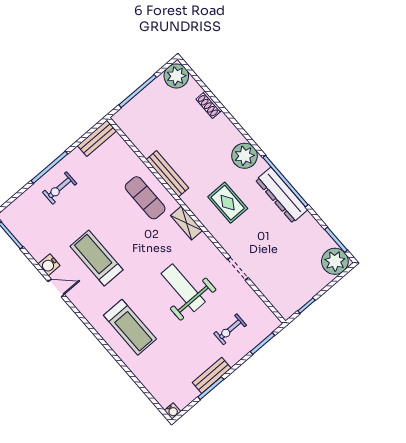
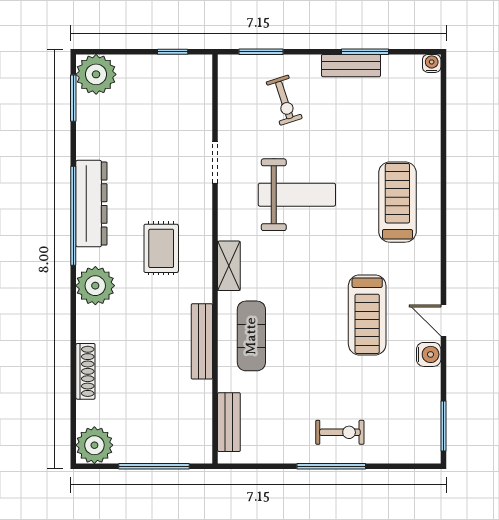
shoe rack: (209, 105) -> (85, 371), width x1.43
bench: (97, 138) -> (229, 422), moved, turned 90
weight bench: (183, 288) -> (297, 195), turned -90
exercise bike: (230, 329) -> (284, 100), turned 72

